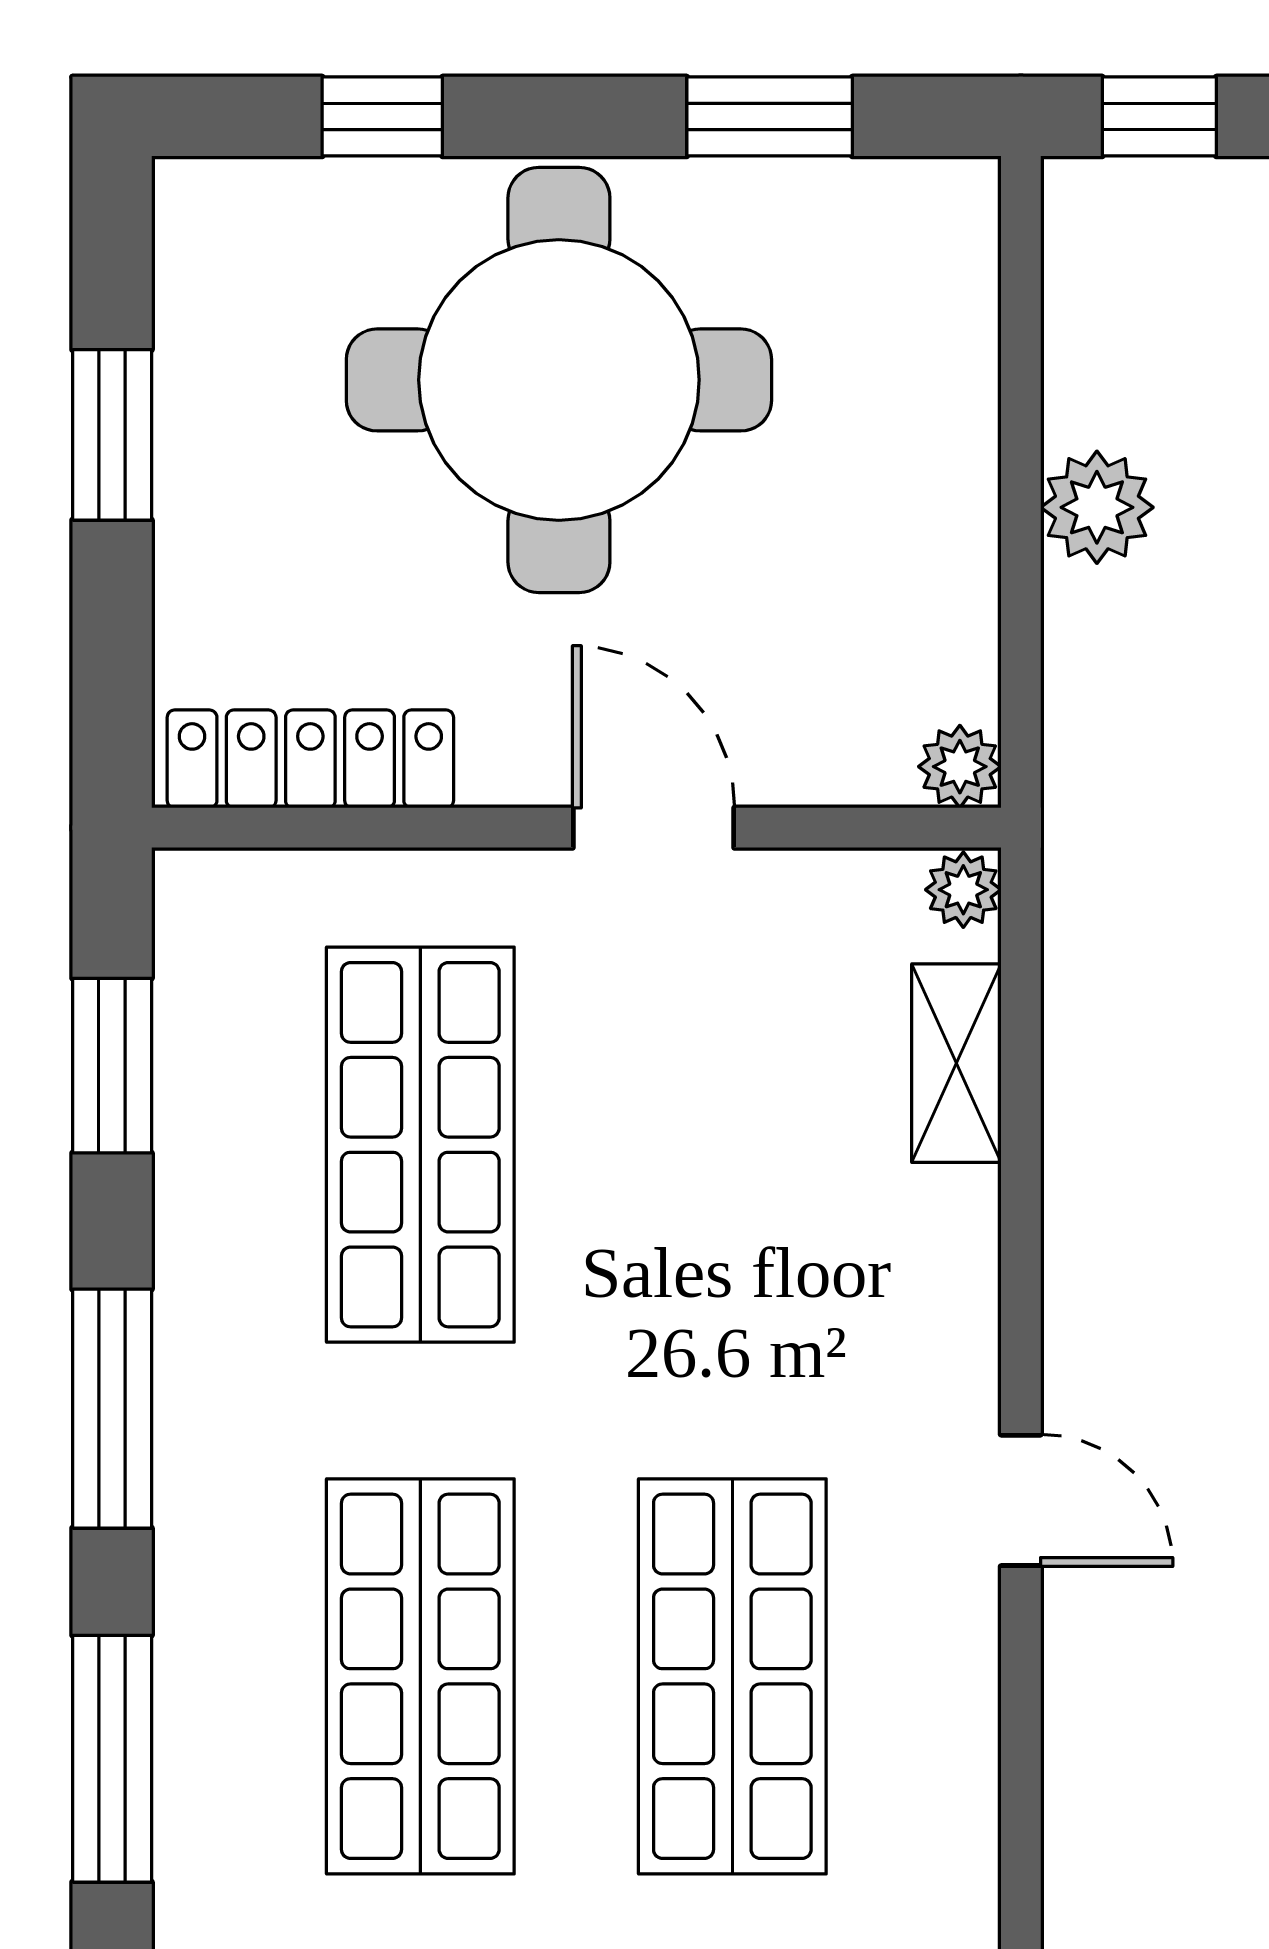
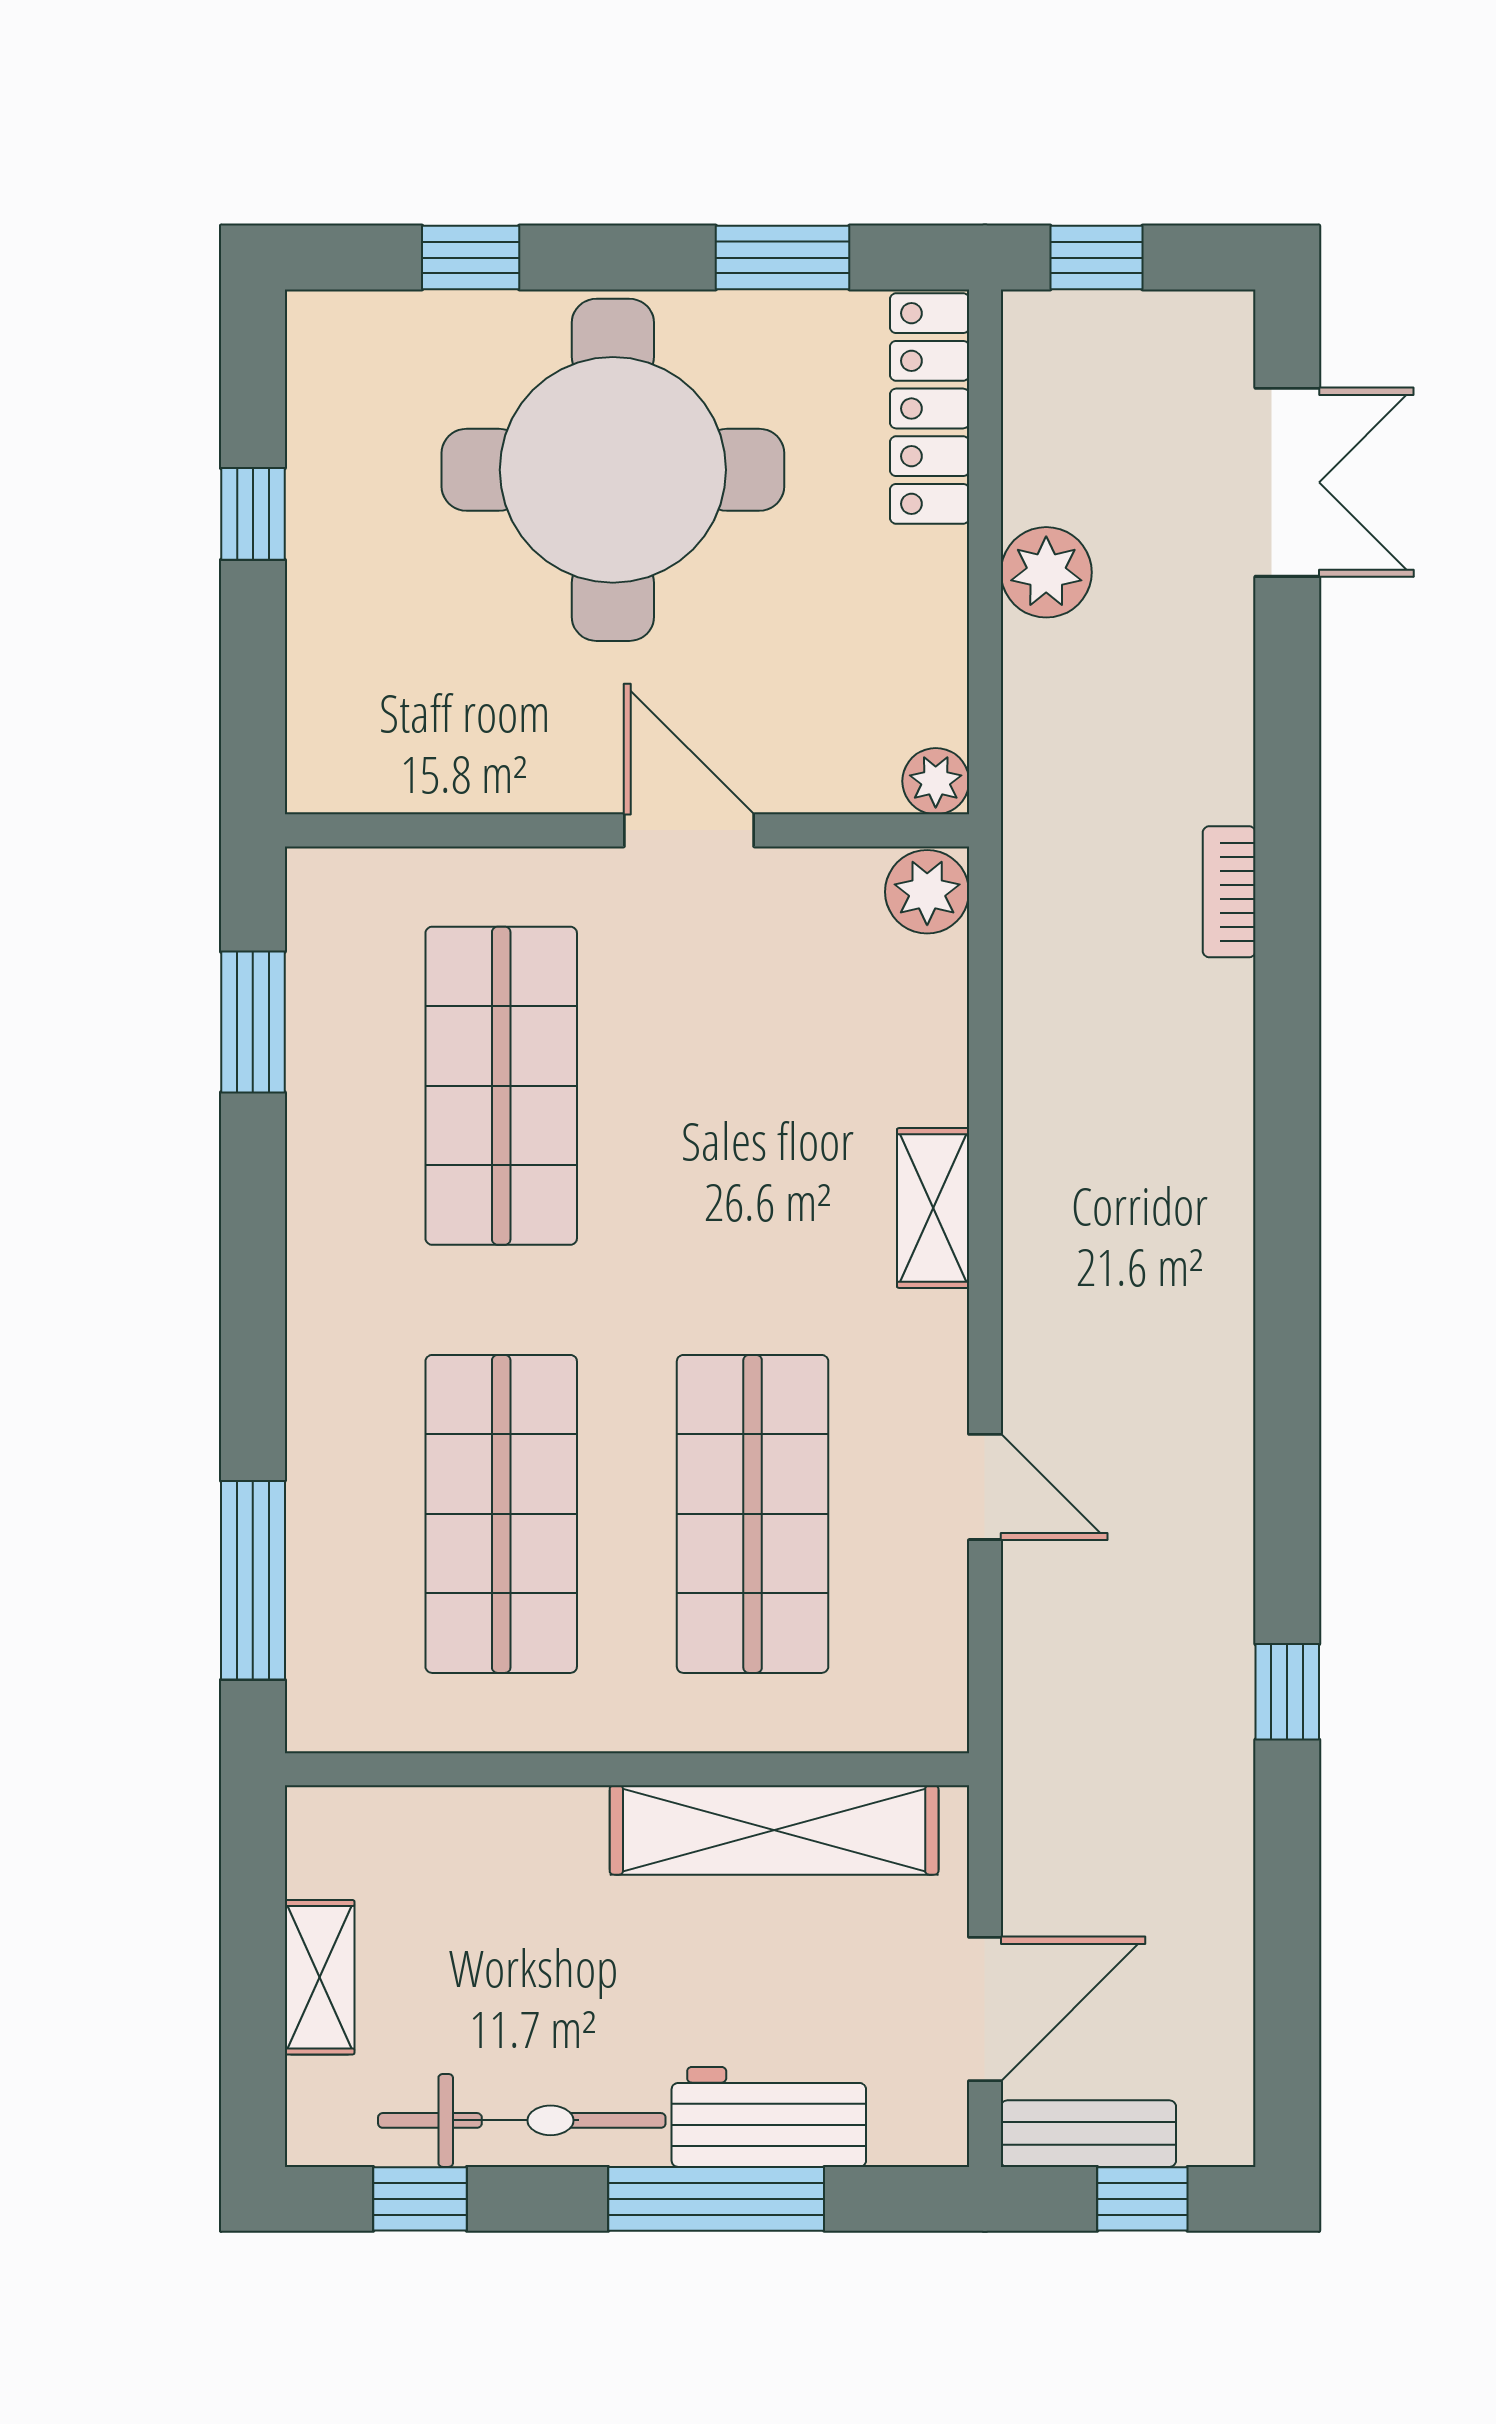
window: (112, 435) -> (253, 514), width x0.67
locker: (310, 759) -> (930, 409), moved, turned -90
plant: (963, 890) -> (927, 892), width x1.38, depth x1.38
shelving: (956, 1063) -> (933, 1208), moved
window: (112, 1409) -> (253, 1298), removed
door: (1021, 1500) -> (985, 1487), moved

